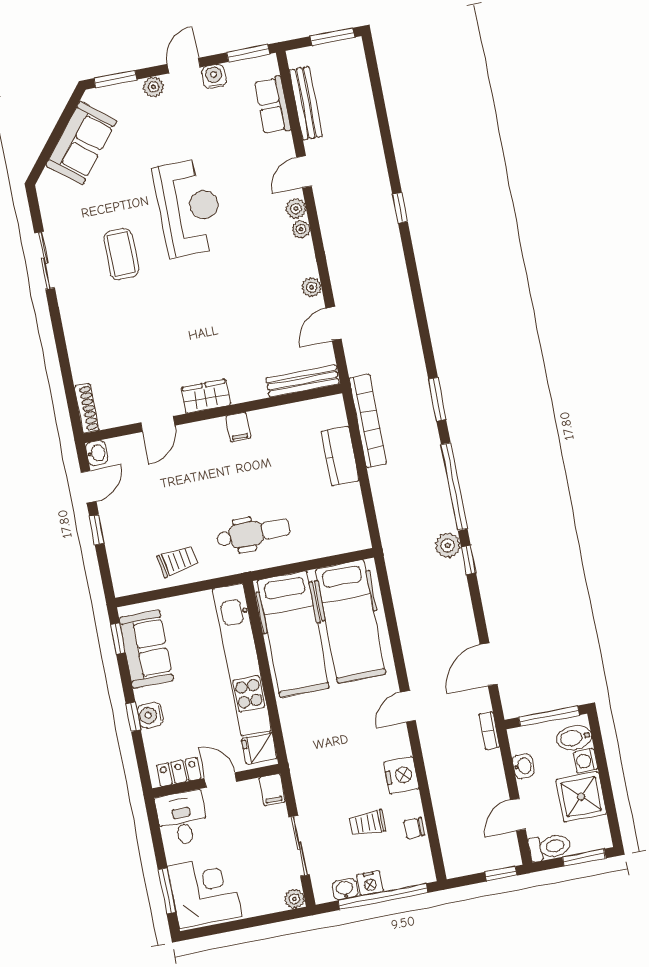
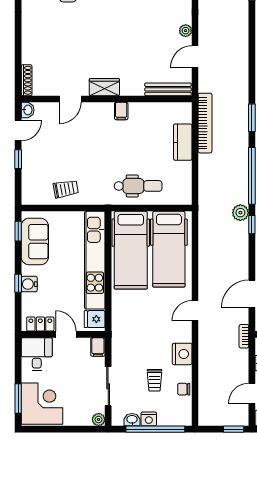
dental chair: (253, 533) -> (138, 186), moved
trolley: (367, 823) -> (155, 380), turned -90

